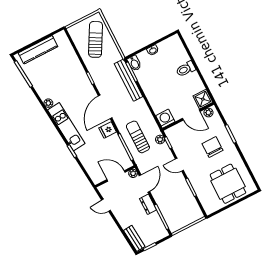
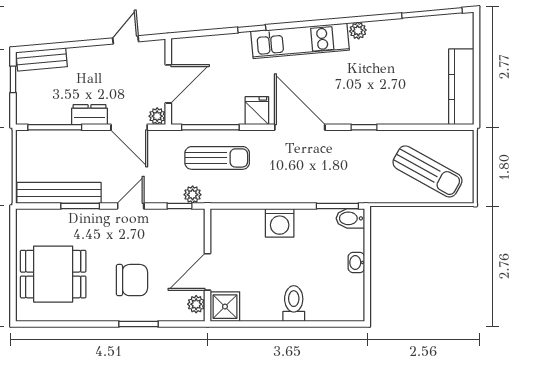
kitchen counter: (38, 50) -> (461, 87), moved
bench: (129, 80) -> (59, 193), moved
washing machine: (165, 119) -> (280, 223), moved, turned 90

